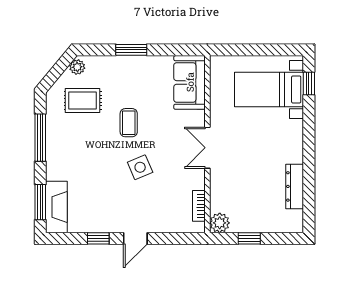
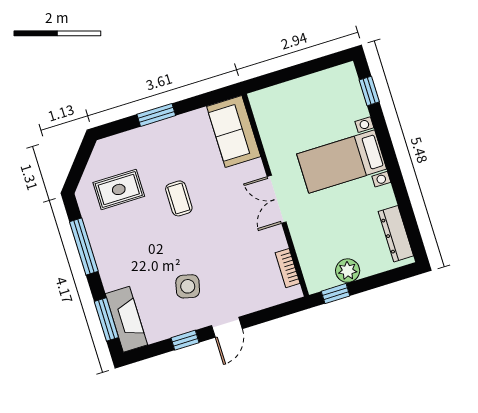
plant: (77, 67) -> (101, 153), removed
bed with nightstands: (269, 89) -> (342, 162), moved
side table: (140, 167) -> (188, 286), moved, turned 37
dresser: (295, 186) -> (396, 234), moved
plant: (220, 223) -> (348, 271), moved
window: (249, 238) -> (336, 294), moved

